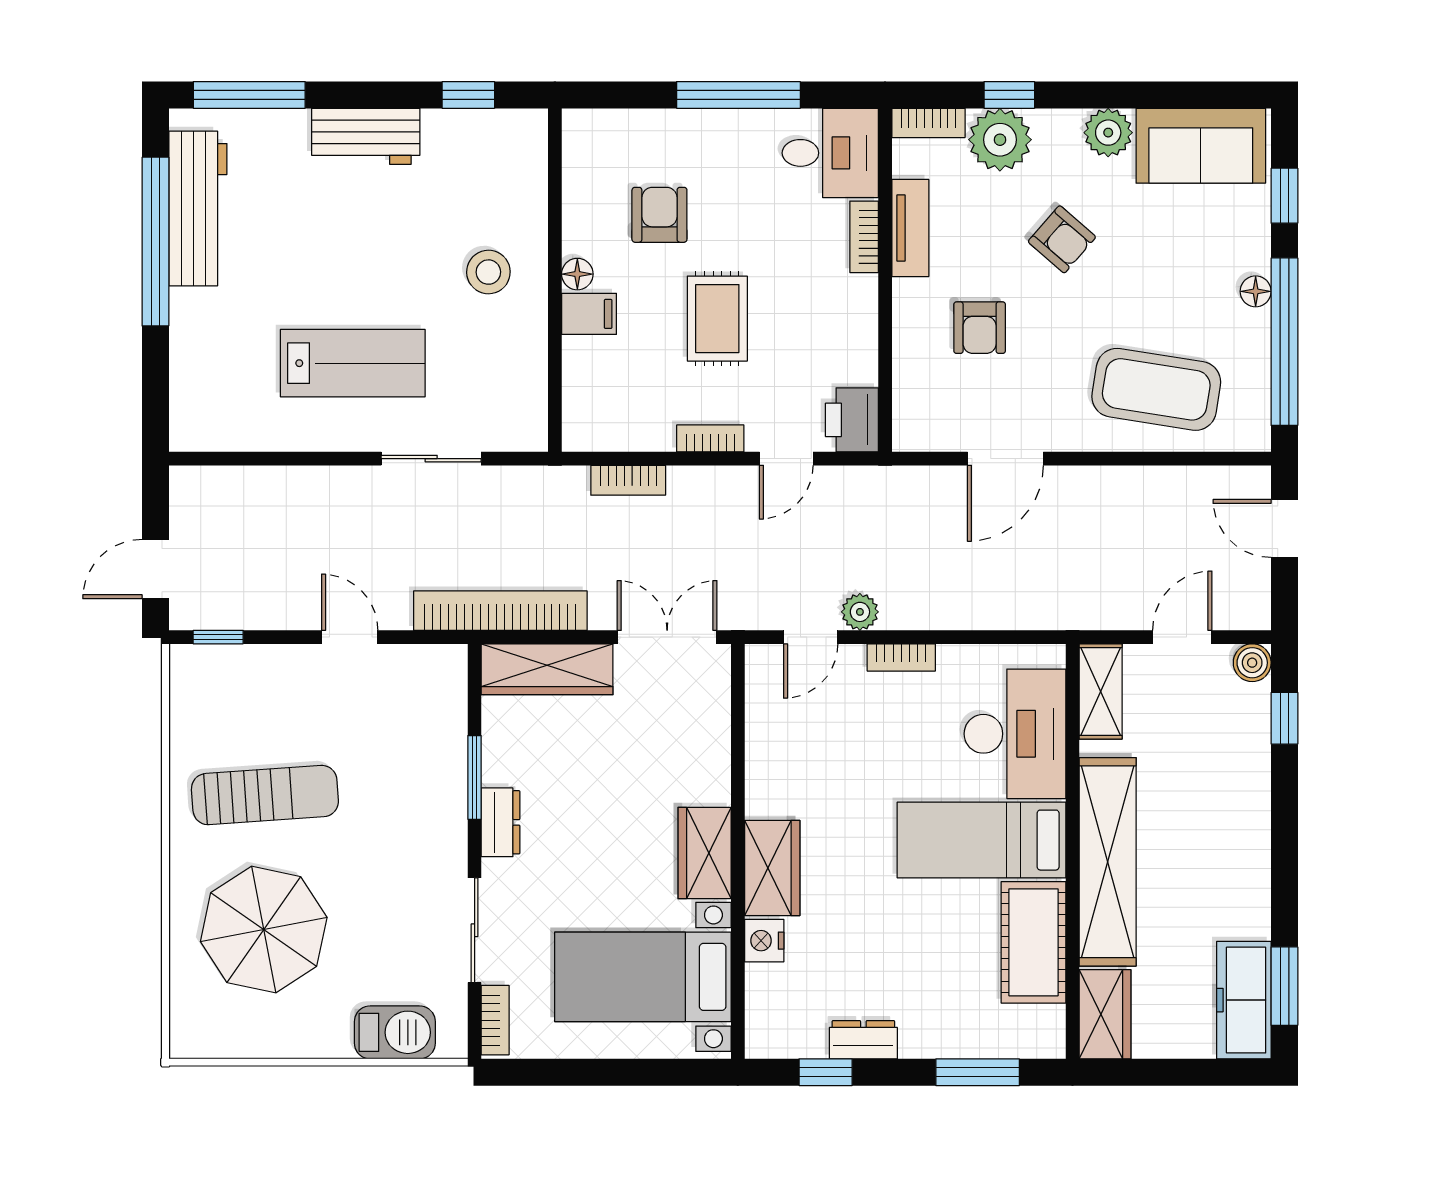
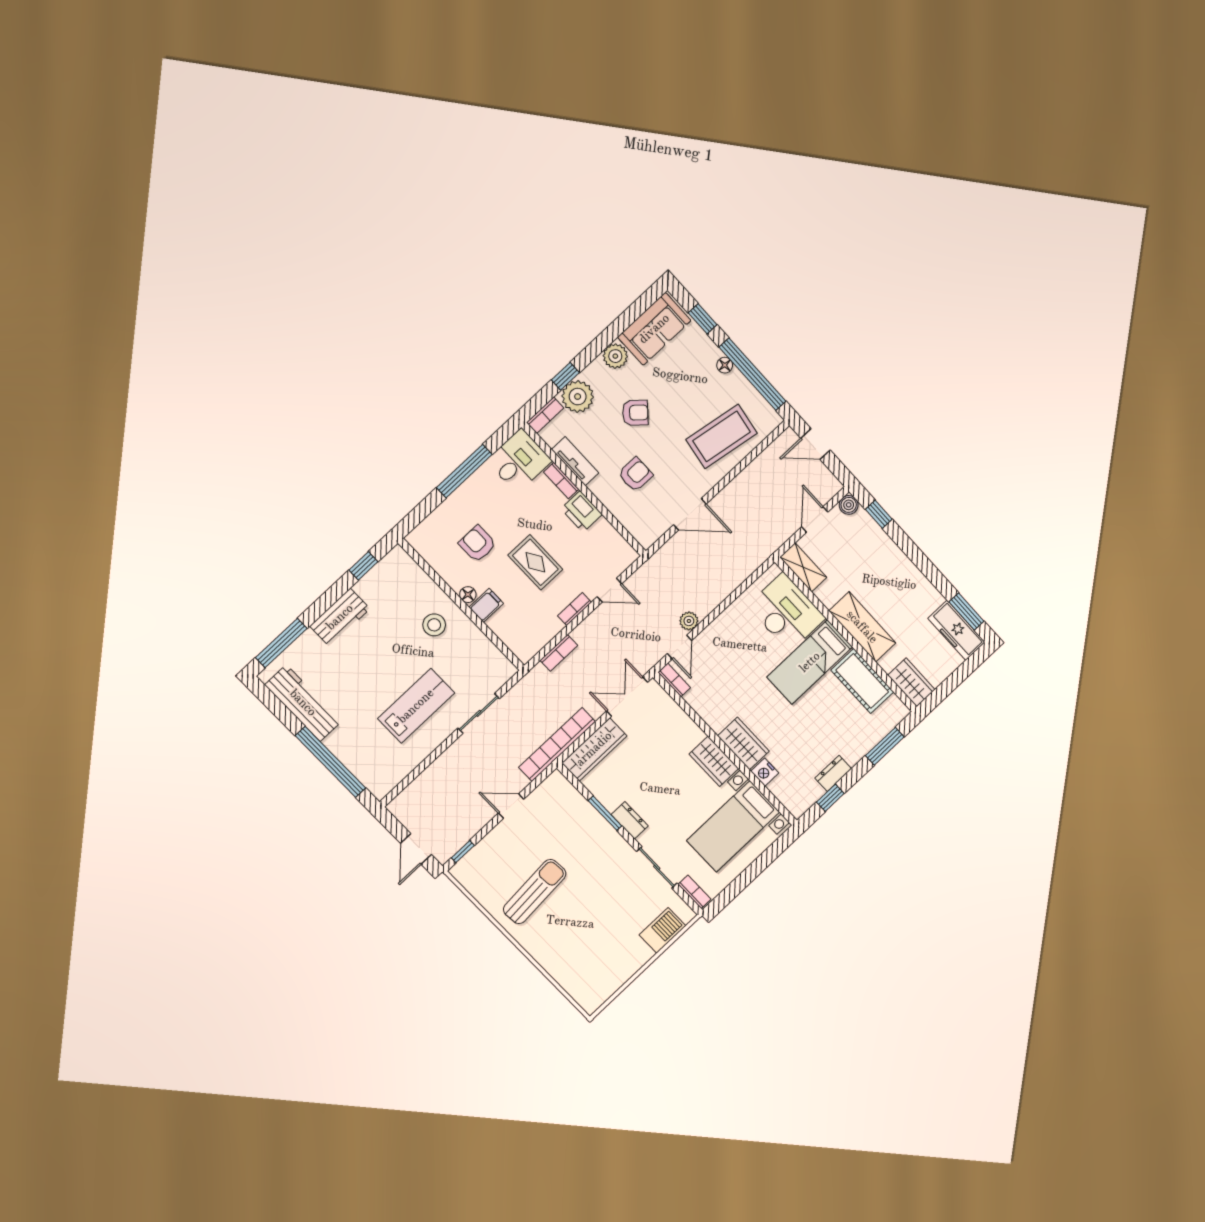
window: (155, 242) -> (330, 762), moved
armchair: (980, 328) -> (635, 475), turned -90
printer: (852, 420) -> (582, 512), moved
door: (786, 459) -> (609, 590), hinge flipped
door: (1005, 459) -> (690, 514), hinge flipped
bookcase: (901, 657) -> (674, 680), moved, turned -90
shelving: (1108, 862) -> (862, 627), width x0.68
parasol: (264, 930) -> (580, 939), removed

